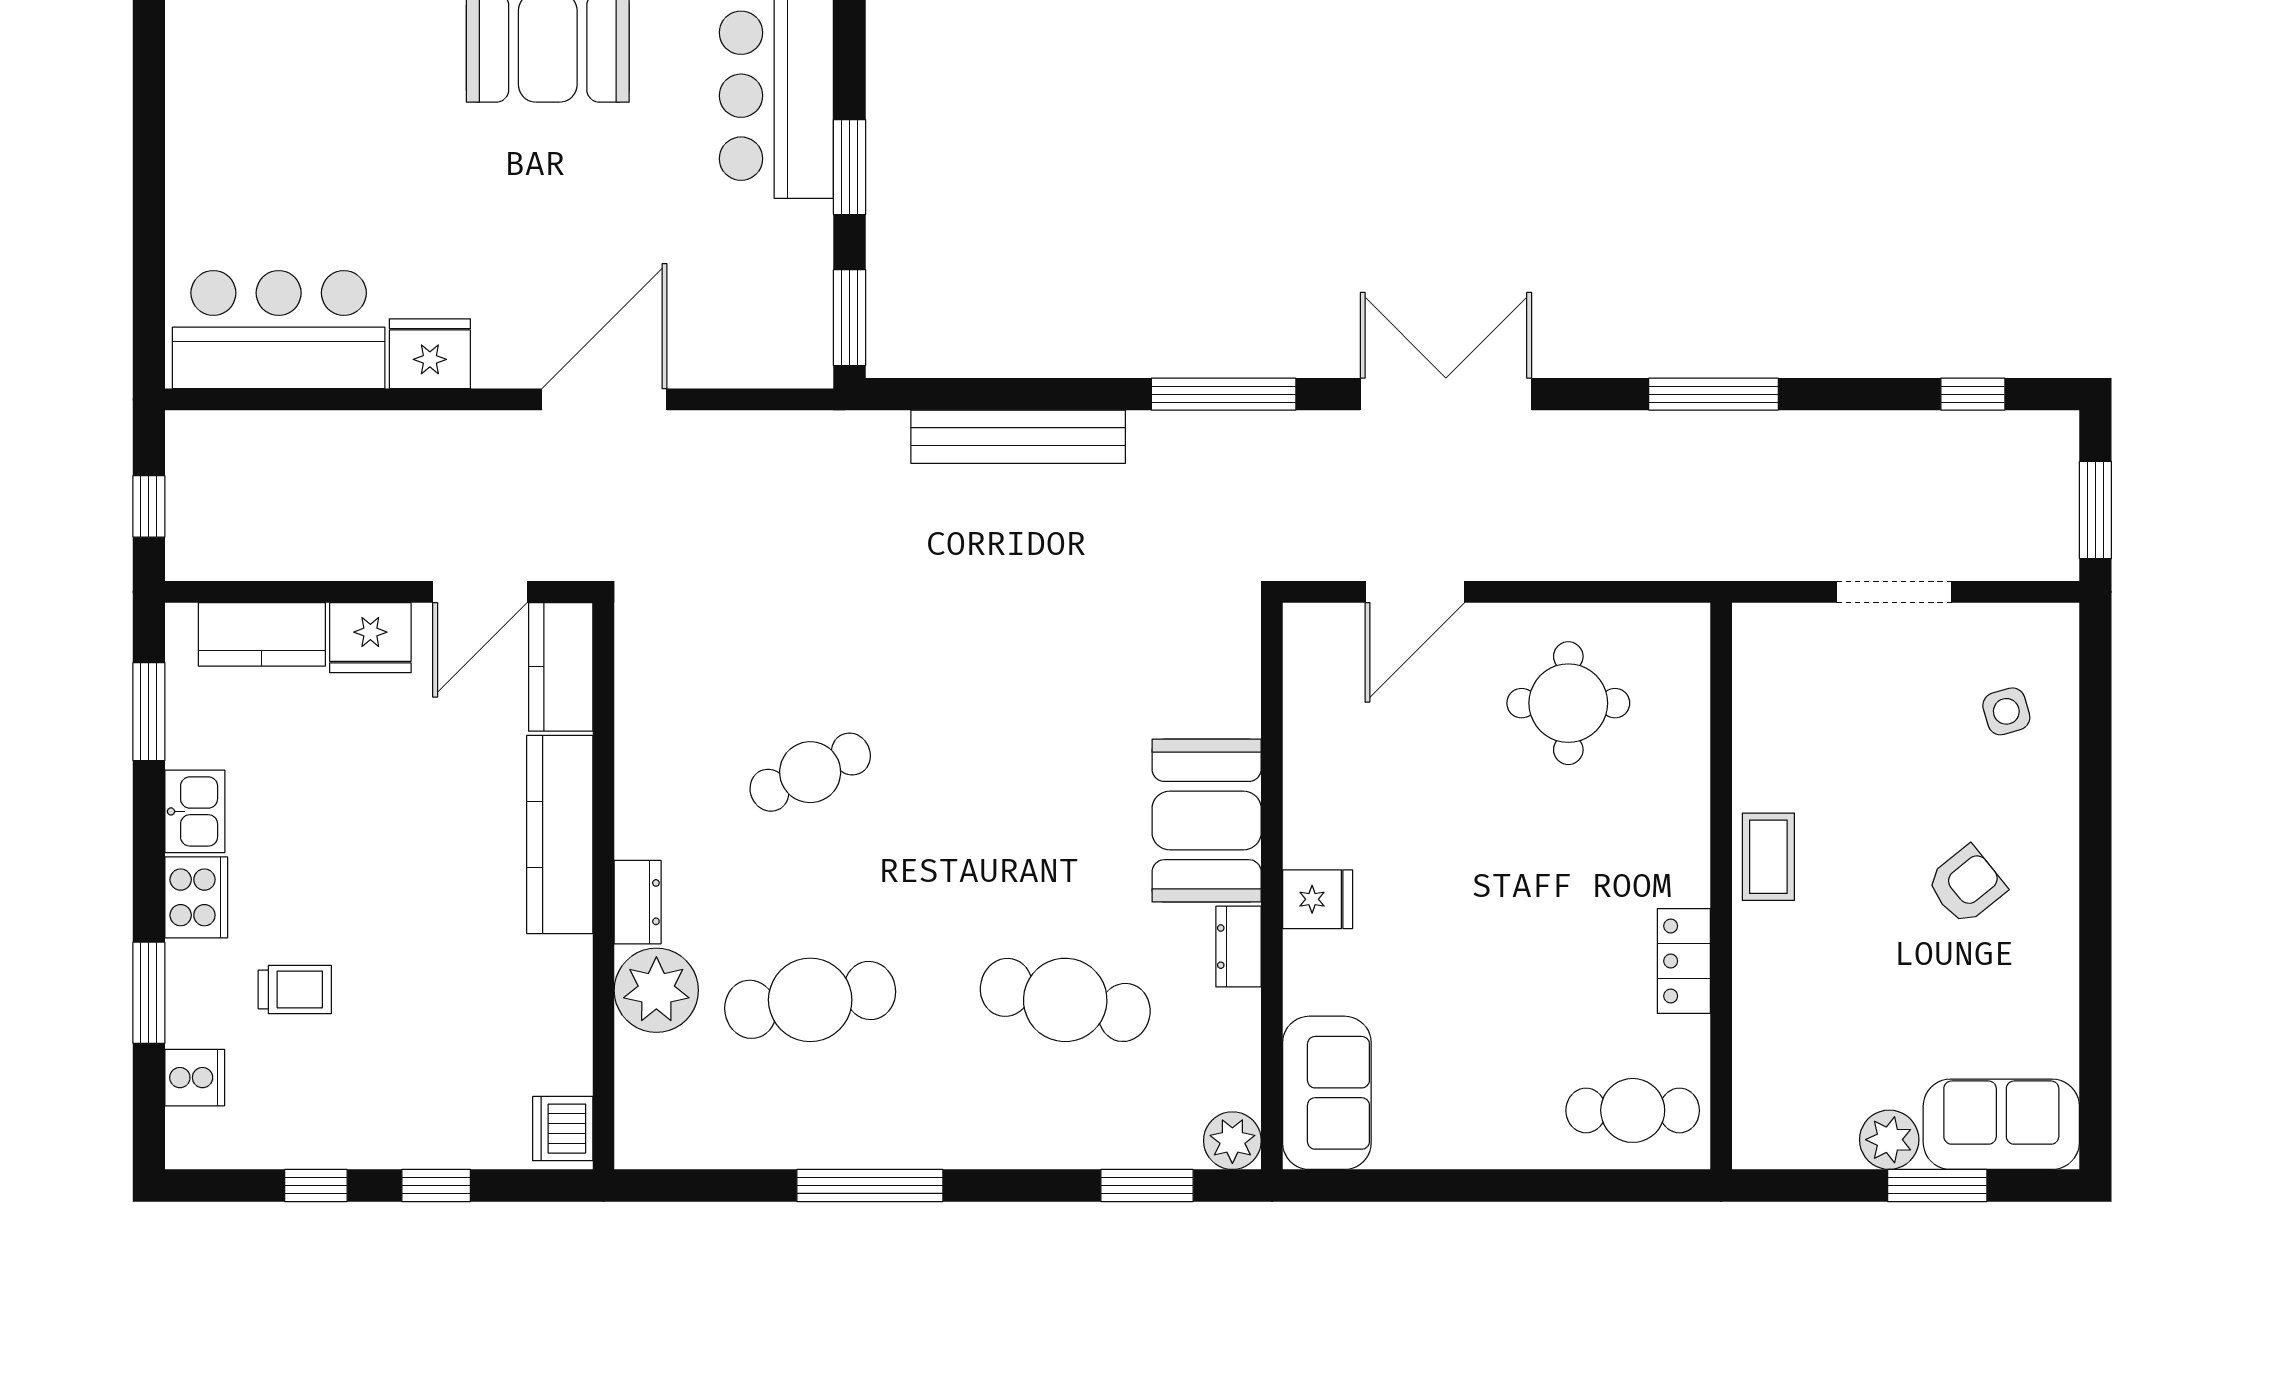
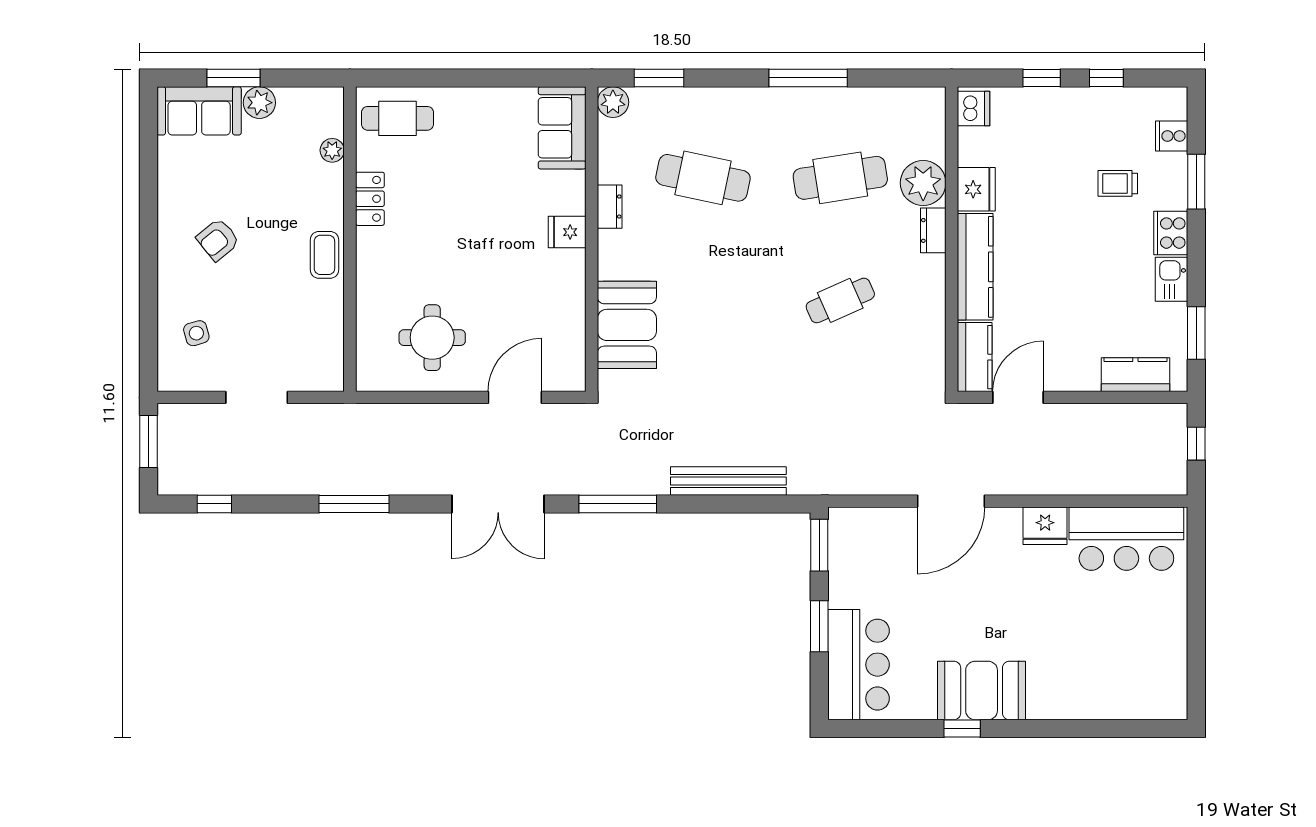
fridge: (370, 638) -> (976, 189), moved, turned 90
booth: (1207, 821) -> (627, 325), moved
plant: (1754, 1051) -> (332, 150), added

